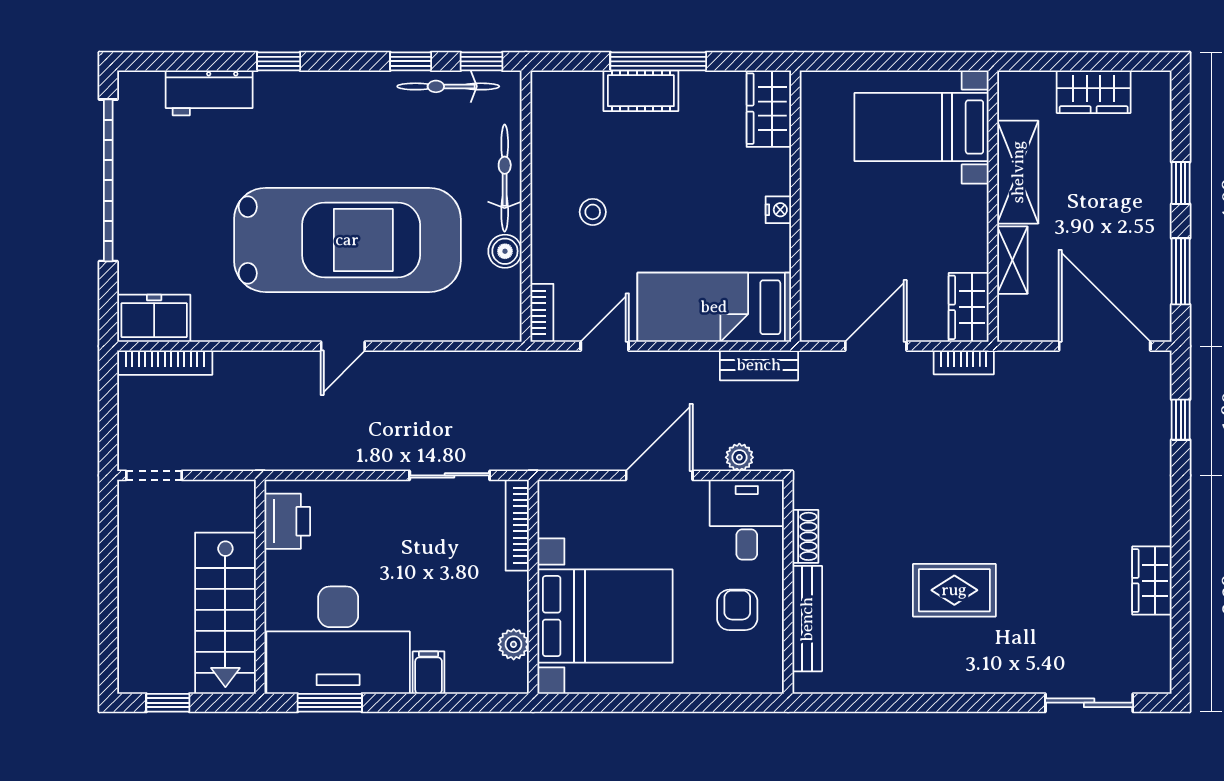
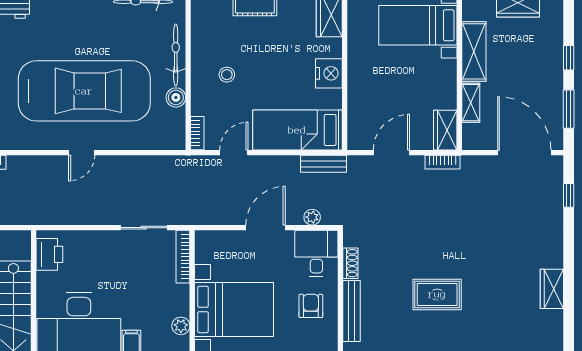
nightstand: (778, 210) -> (329, 73), width x1.89, depth x1.79

